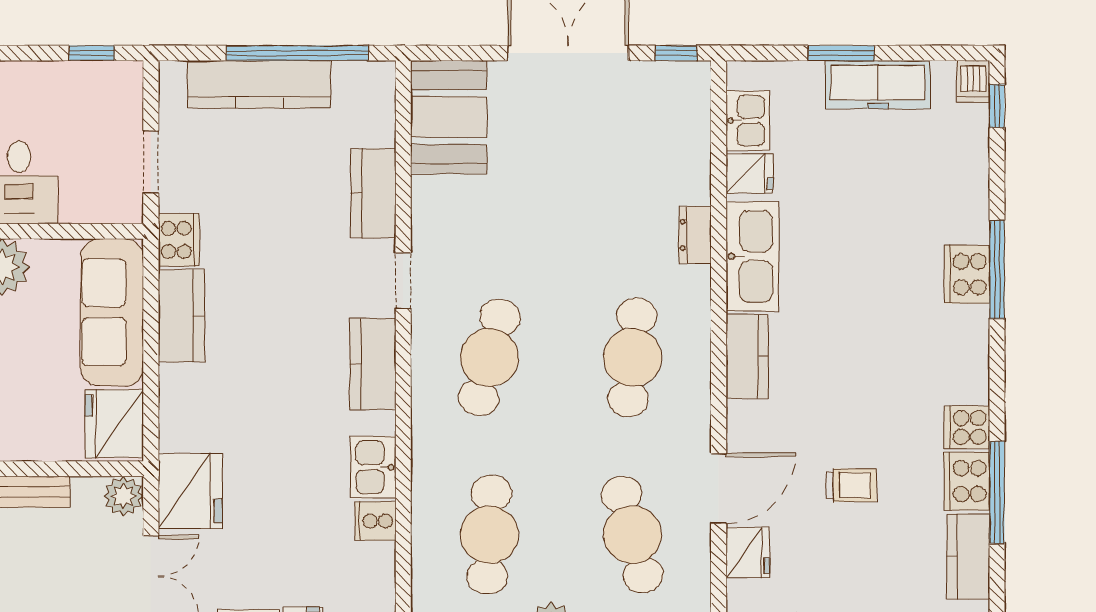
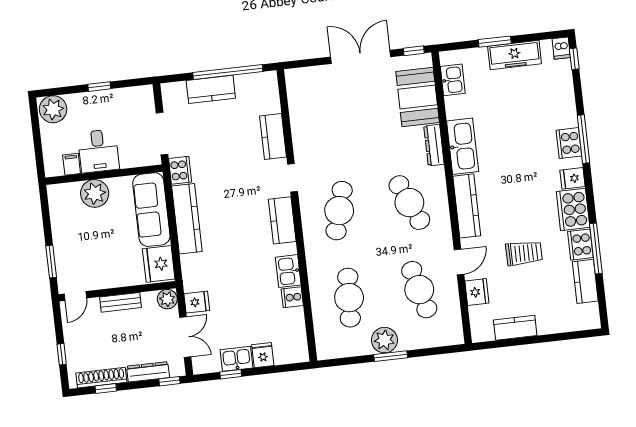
window: (92, 53) -> (99, 87), moved
kitchen counter: (259, 84) -> (211, 89), width x0.67
booth: (449, 117) -> (418, 97), moved
doorway: (151, 162) -> (162, 134), width x1.38
fridge: (750, 173) -> (573, 178), moved, turned 180
dresser: (695, 235) -> (434, 145), width x1.44
kitchen counter: (181, 316) -> (187, 219), width x1.50
kitchen counter: (747, 356) -> (467, 206), width x1.50
cafe table: (632, 357) -> (409, 203), turned -30
cooker: (967, 427) -> (573, 209), width x1.87, depth x1.31
trolley: (851, 485) -> (524, 253), width x1.36, depth x1.39
door: (719, 488) -> (459, 262), width x0.73
fridge: (190, 491) -> (197, 302), width x0.53, depth x0.75

